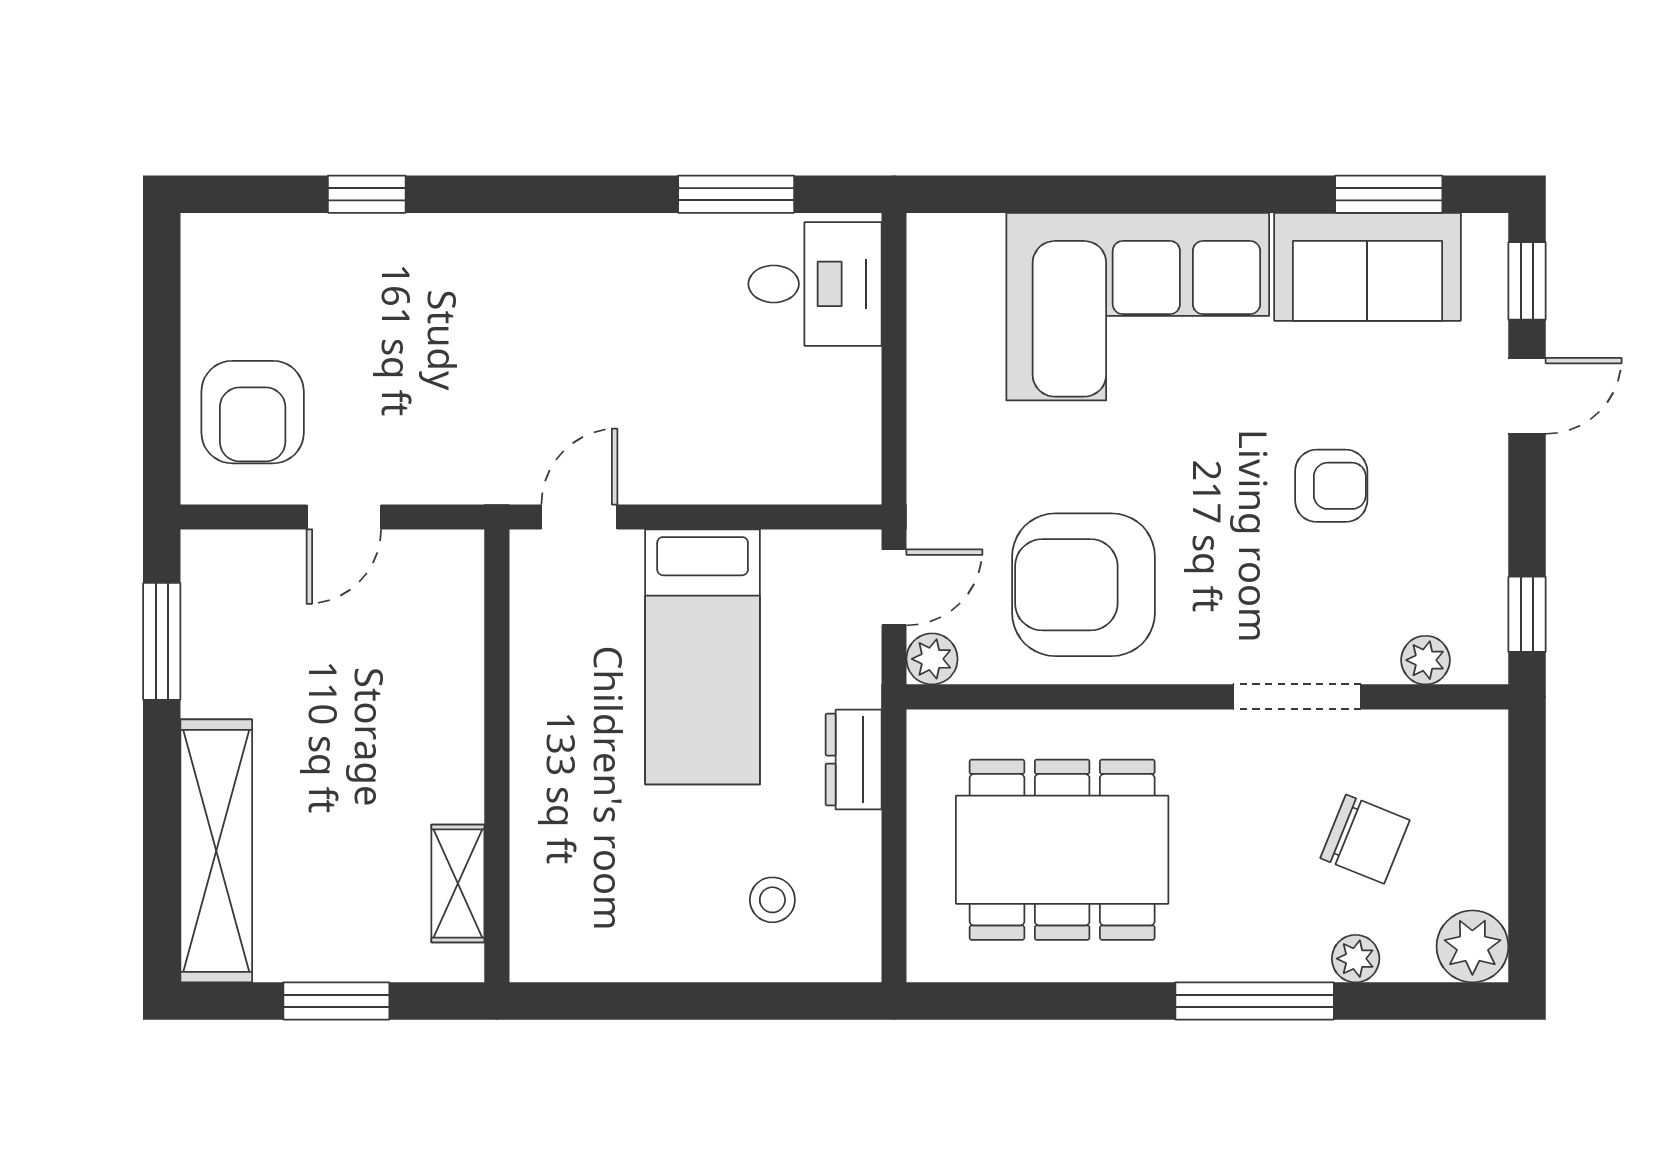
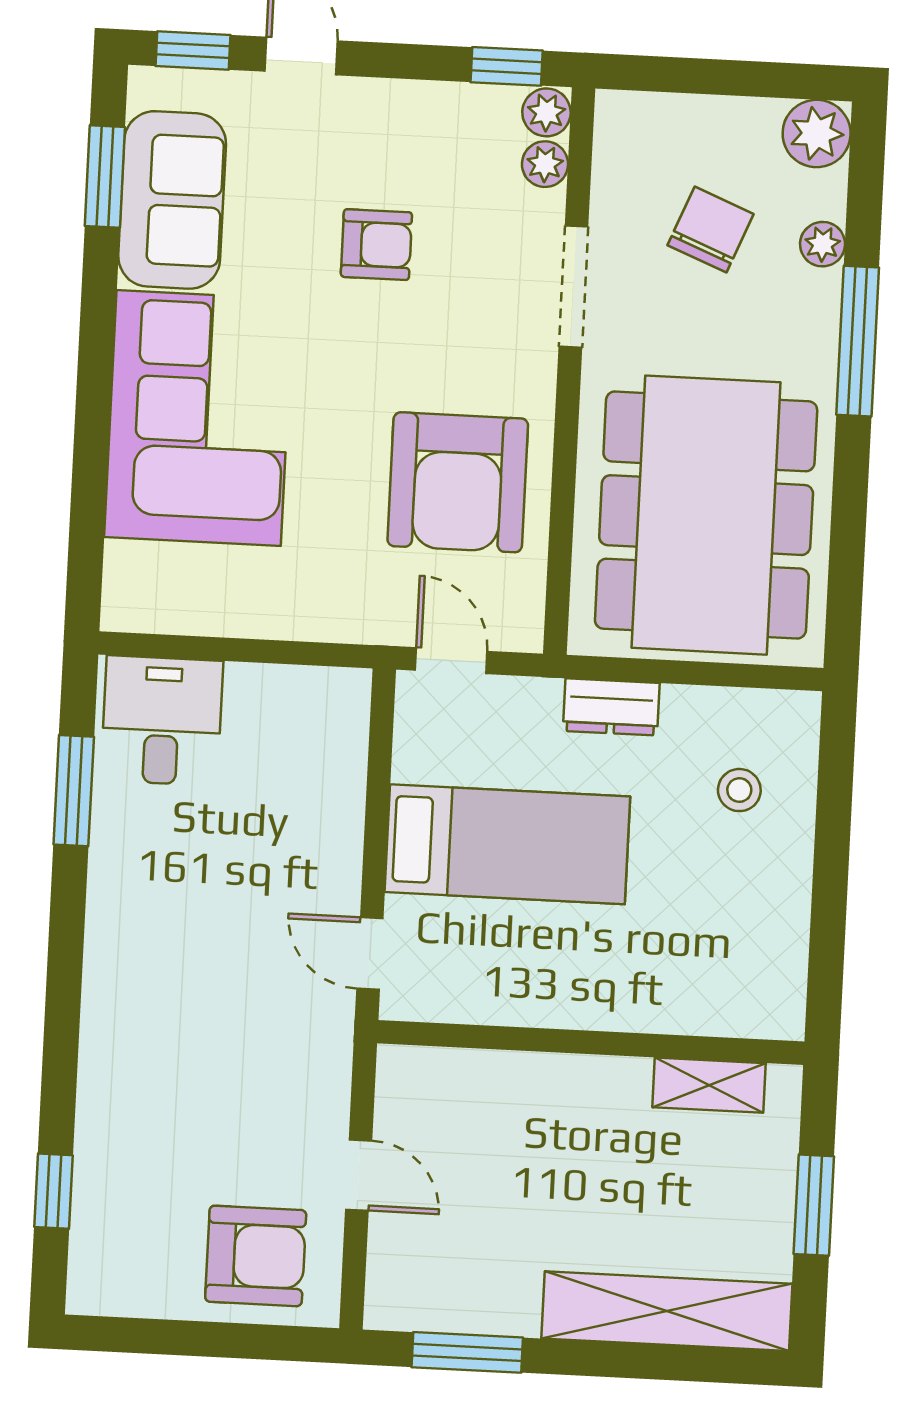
window: (367, 194) -> (53, 1191), moved
armchair: (1331, 486) -> (376, 245), turned 90
plant: (932, 659) -> (546, 112), moved
dining table: (1062, 850) -> (706, 515), width x1.36, depth x1.24

